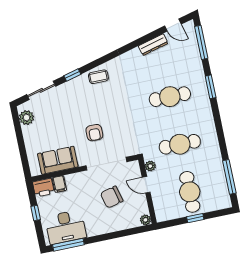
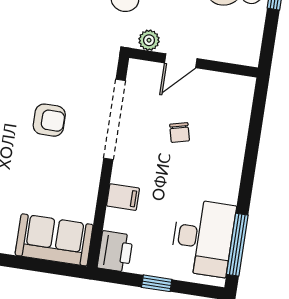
sofa: (58, 160) -> (54, 240), moved, turned 90
filing cabinet: (59, 184) -> (123, 197), moved
chair: (112, 197) -> (180, 133), width x0.54, depth x0.54
plant: (145, 220) -> (245, 86), removed

